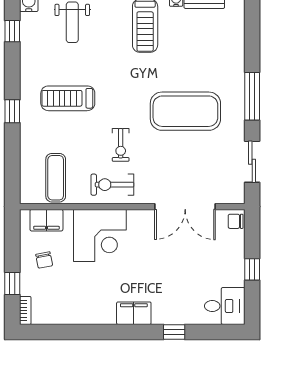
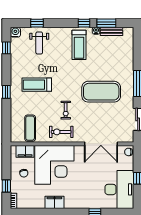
corner desk: (100, 235) -> (54, 165), width x1.36, depth x1.36
desk: (225, 306) -> (119, 189), width x1.87, depth x1.30
filing cabinet: (134, 313) -> (54, 202), moved

